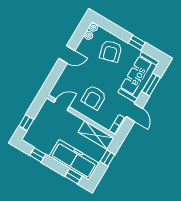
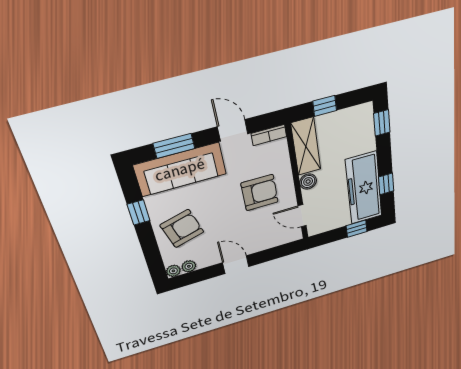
door: (134, 113) -> (233, 130), hinge flipped
boiler: (77, 122) -> (308, 182), added
freezer: (74, 160) -> (364, 188), moved

